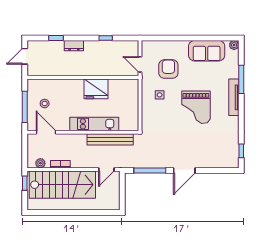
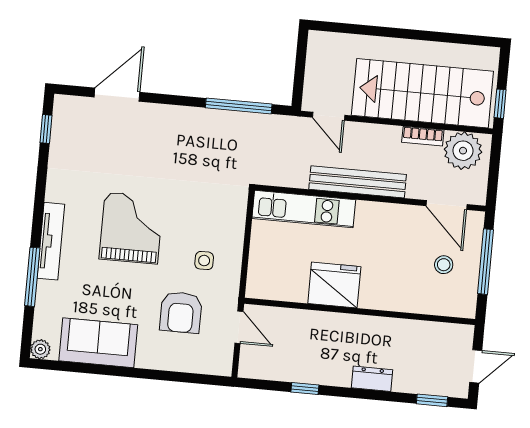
window: (56, 38) -> (432, 400), moved
kitchen unit: (94, 124) -> (304, 209), moved
bench: (110, 139) -> (358, 182), moved
plant: (40, 163) -> (463, 151), width x1.88, depth x1.88
door: (106, 170) -> (329, 116), swing flipped
door: (184, 170) -> (117, 95), moved

